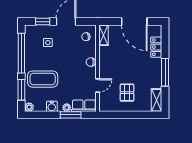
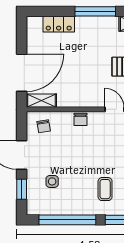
door: (134, 22) -> (22, 73), moved
coffee table: (43, 79) -> (105, 189), width x0.54, depth x0.58

